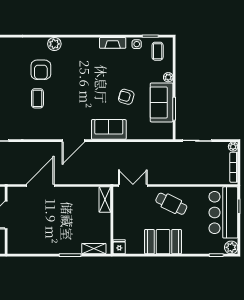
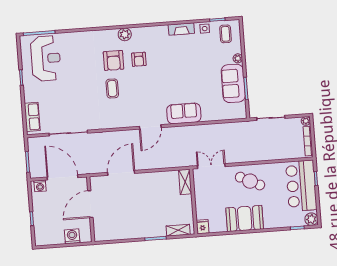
armchair: (126, 97) -> (139, 59), moved, turned -106

